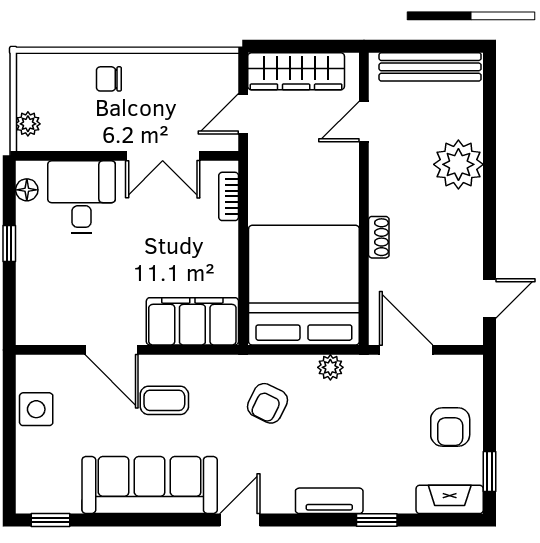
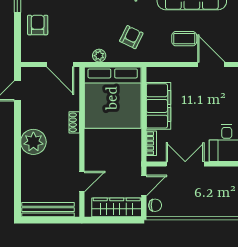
chair: (109, 79) -> (155, 205), moved
plant: (458, 164) -> (33, 142), moved
filing cabinet: (192, 321) -> (159, 106), moved, turned -90

